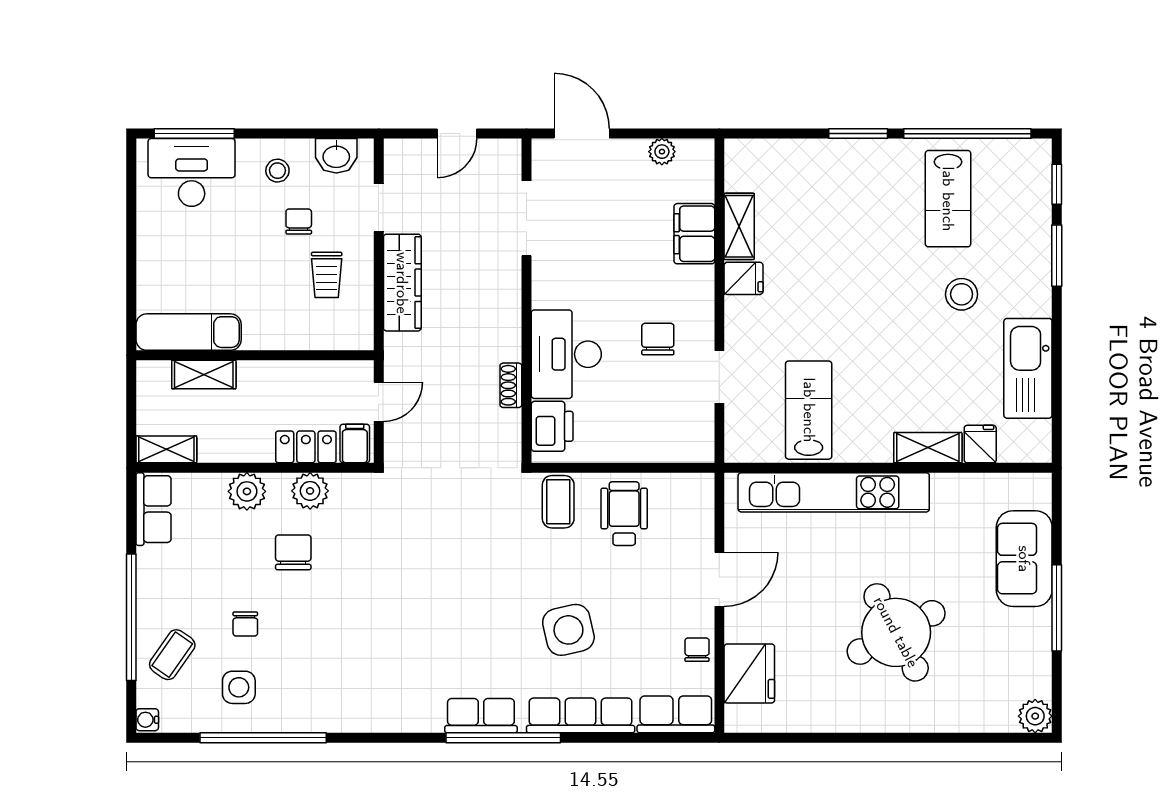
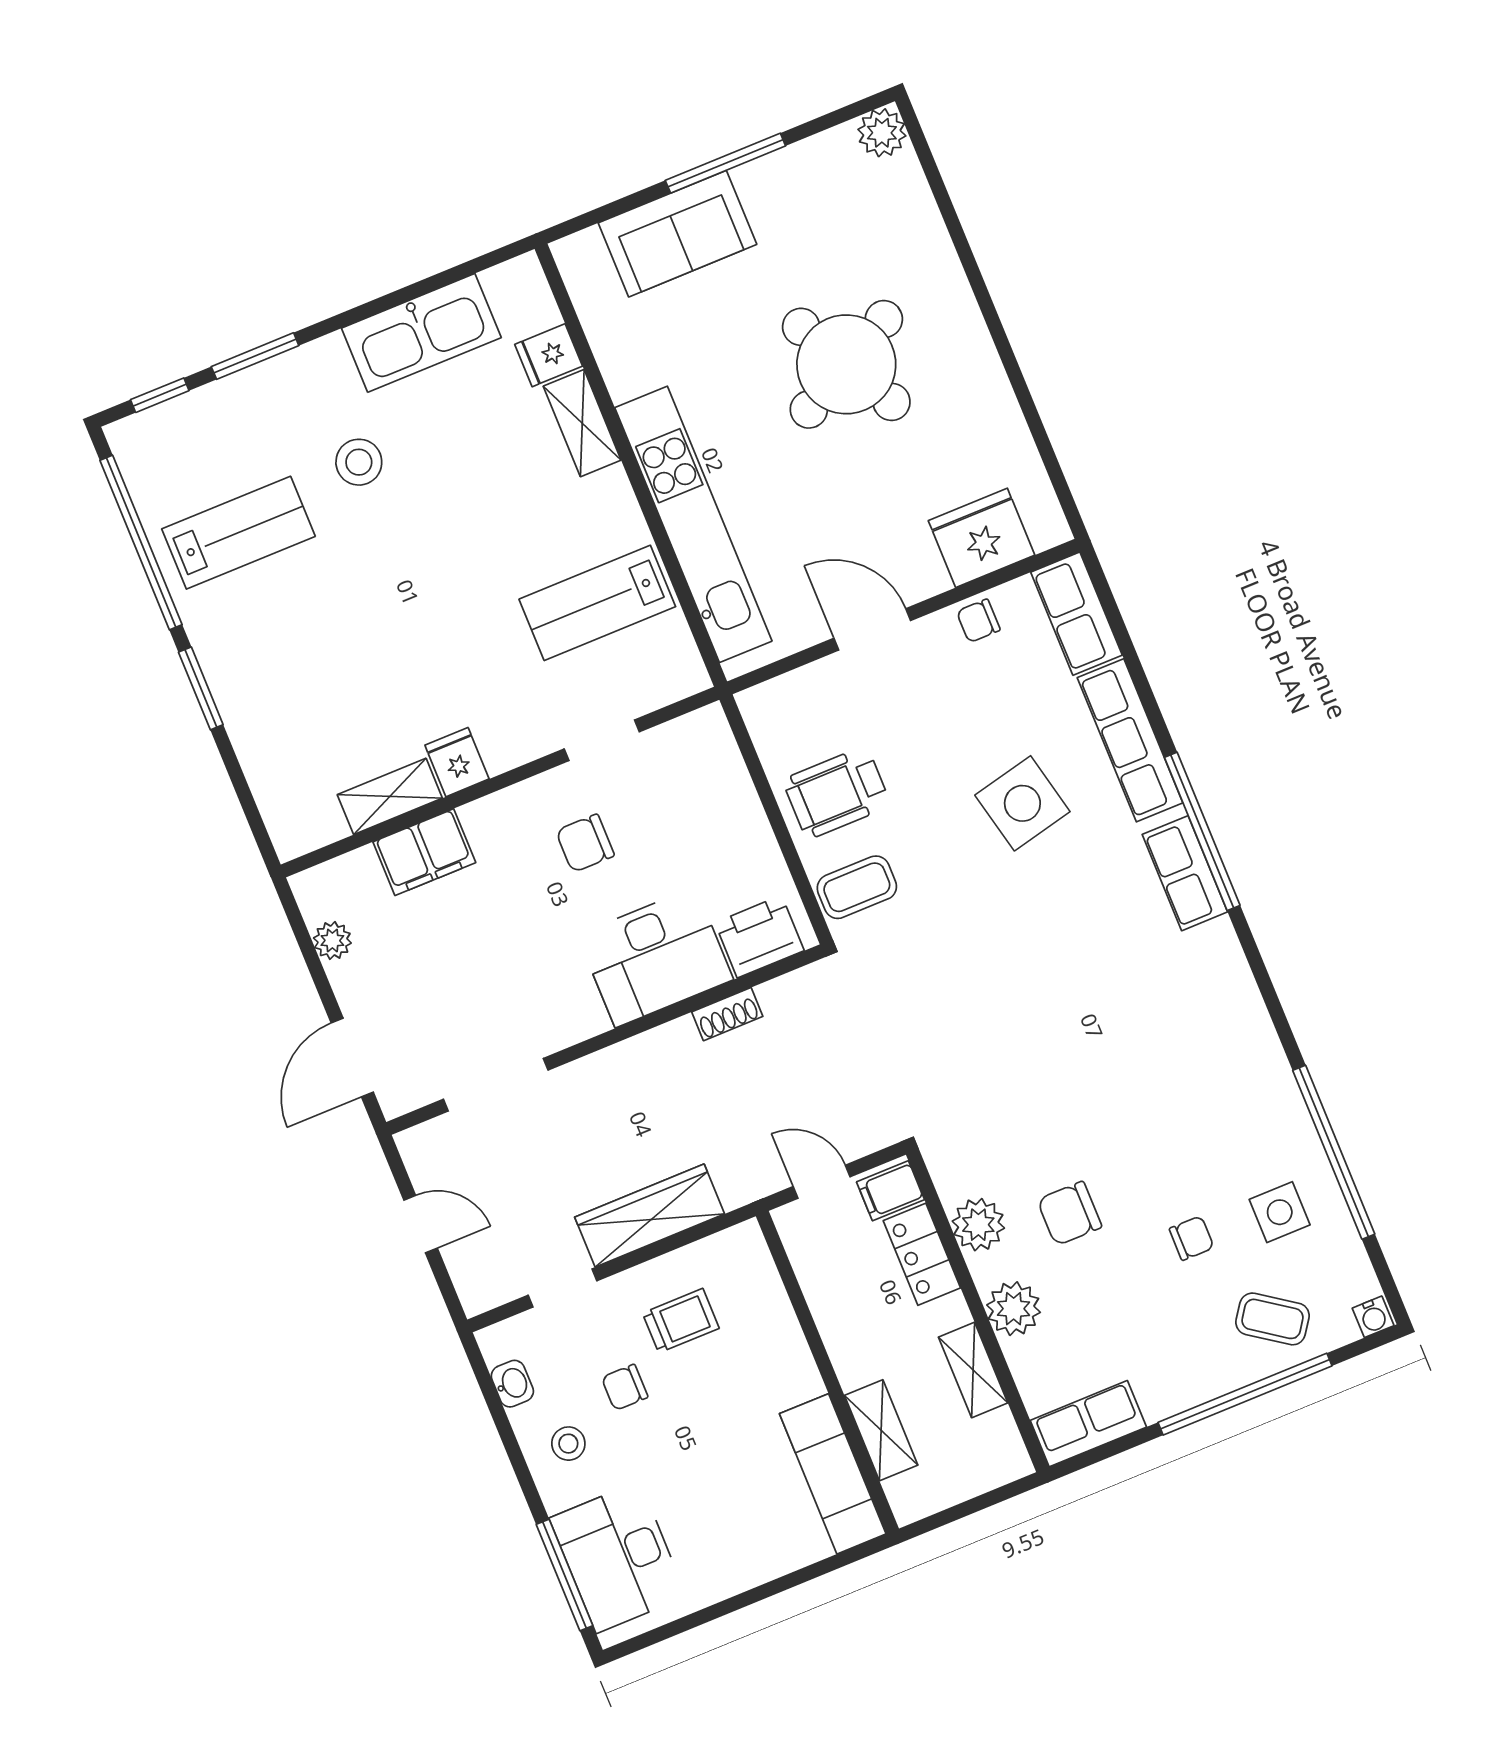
washbasin: (336, 156) -> (512, 1384), width x0.72, depth x0.69
shelving: (166, 449) -> (973, 1370), moved

